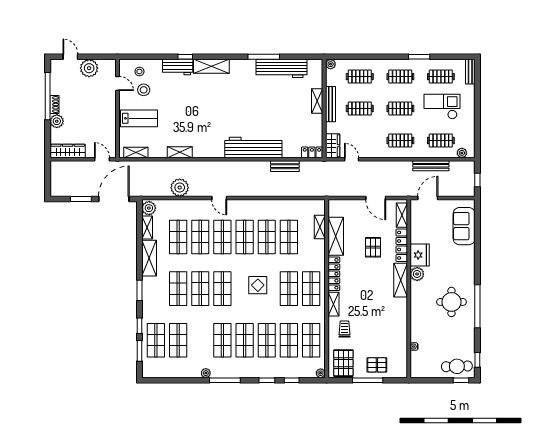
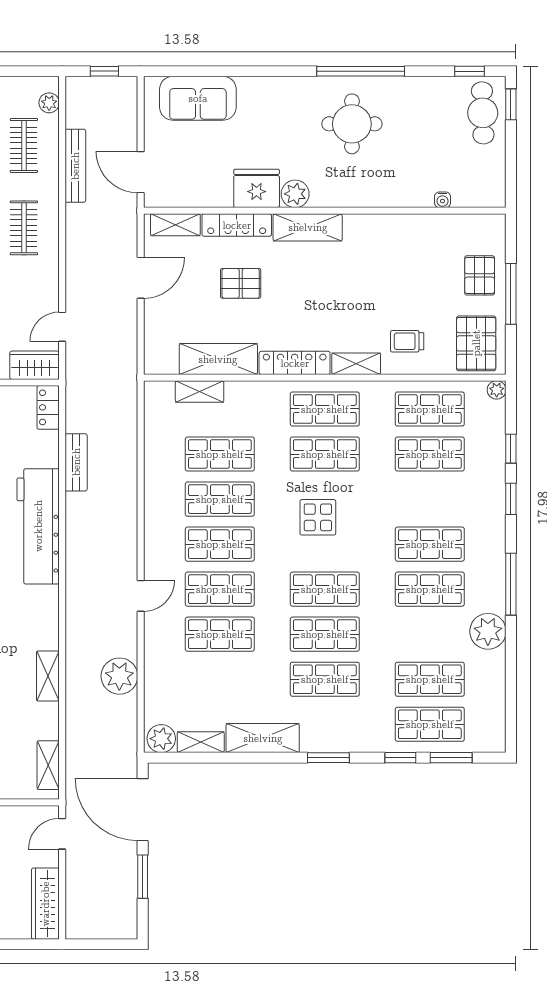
shop shelf: (178, 237) -> (220, 679), removed
shop shelf: (267, 340) -> (430, 499), removed
pallet: (343, 363) -> (476, 343), turned 90
plant: (206, 373) -> (488, 631), width x1.88, depth x1.88

